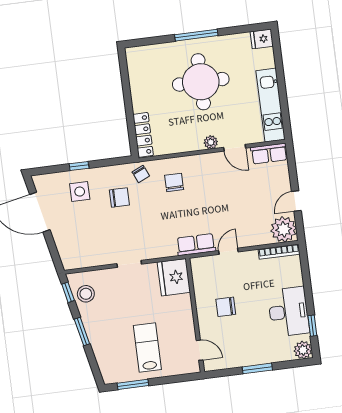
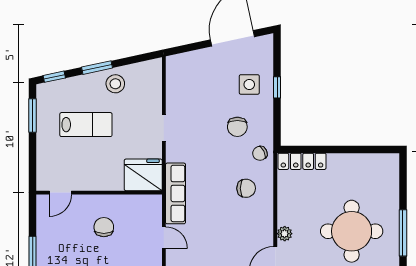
row of seats: (196, 245) -> (175, 193), width x1.48
window: (68, 292) -> (54, 77), moved
stool: (86, 294) -> (115, 84), moved
lab bench: (147, 347) -> (86, 125), moved

